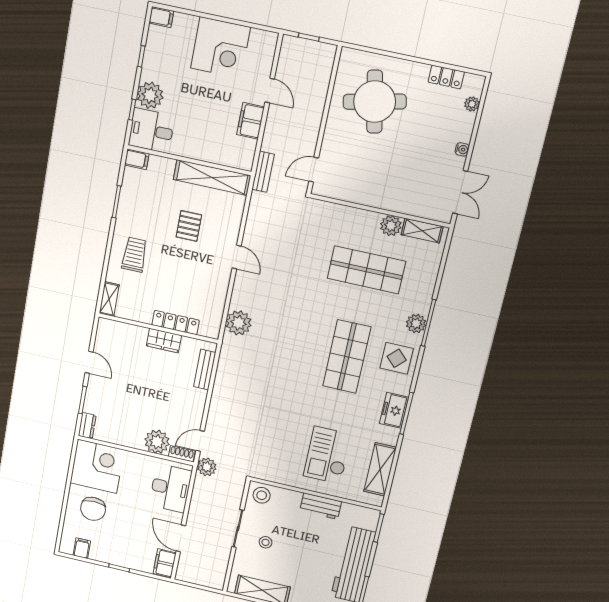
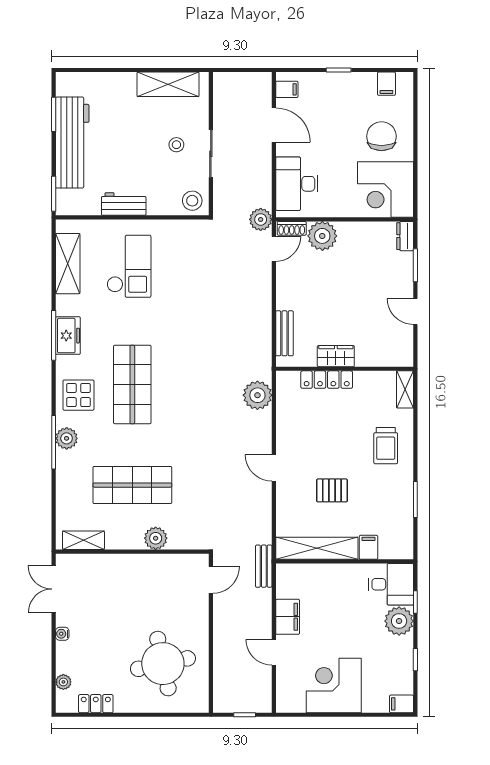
filing cabinet: (137, 159) -> (369, 547), moved, turned 90
pallet: (189, 226) -> (332, 490), turned 90
plant: (391, 226) -> (156, 538), moved
filing cabinet: (165, 563) -> (287, 89), width x0.50

